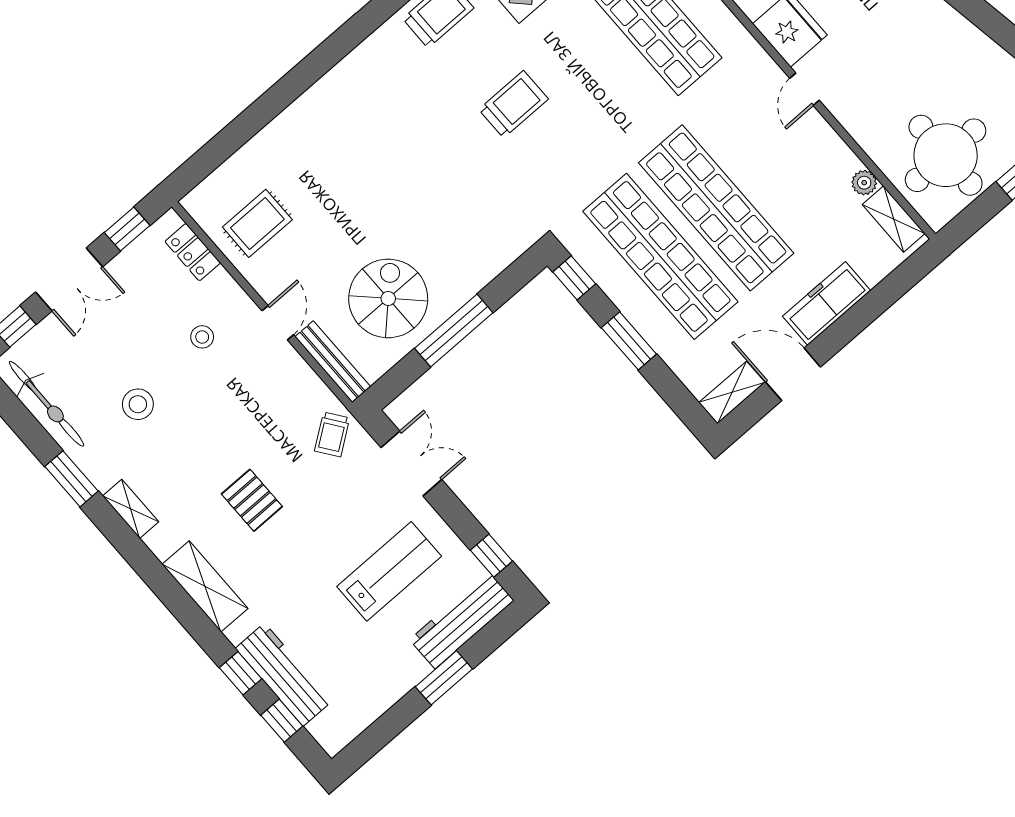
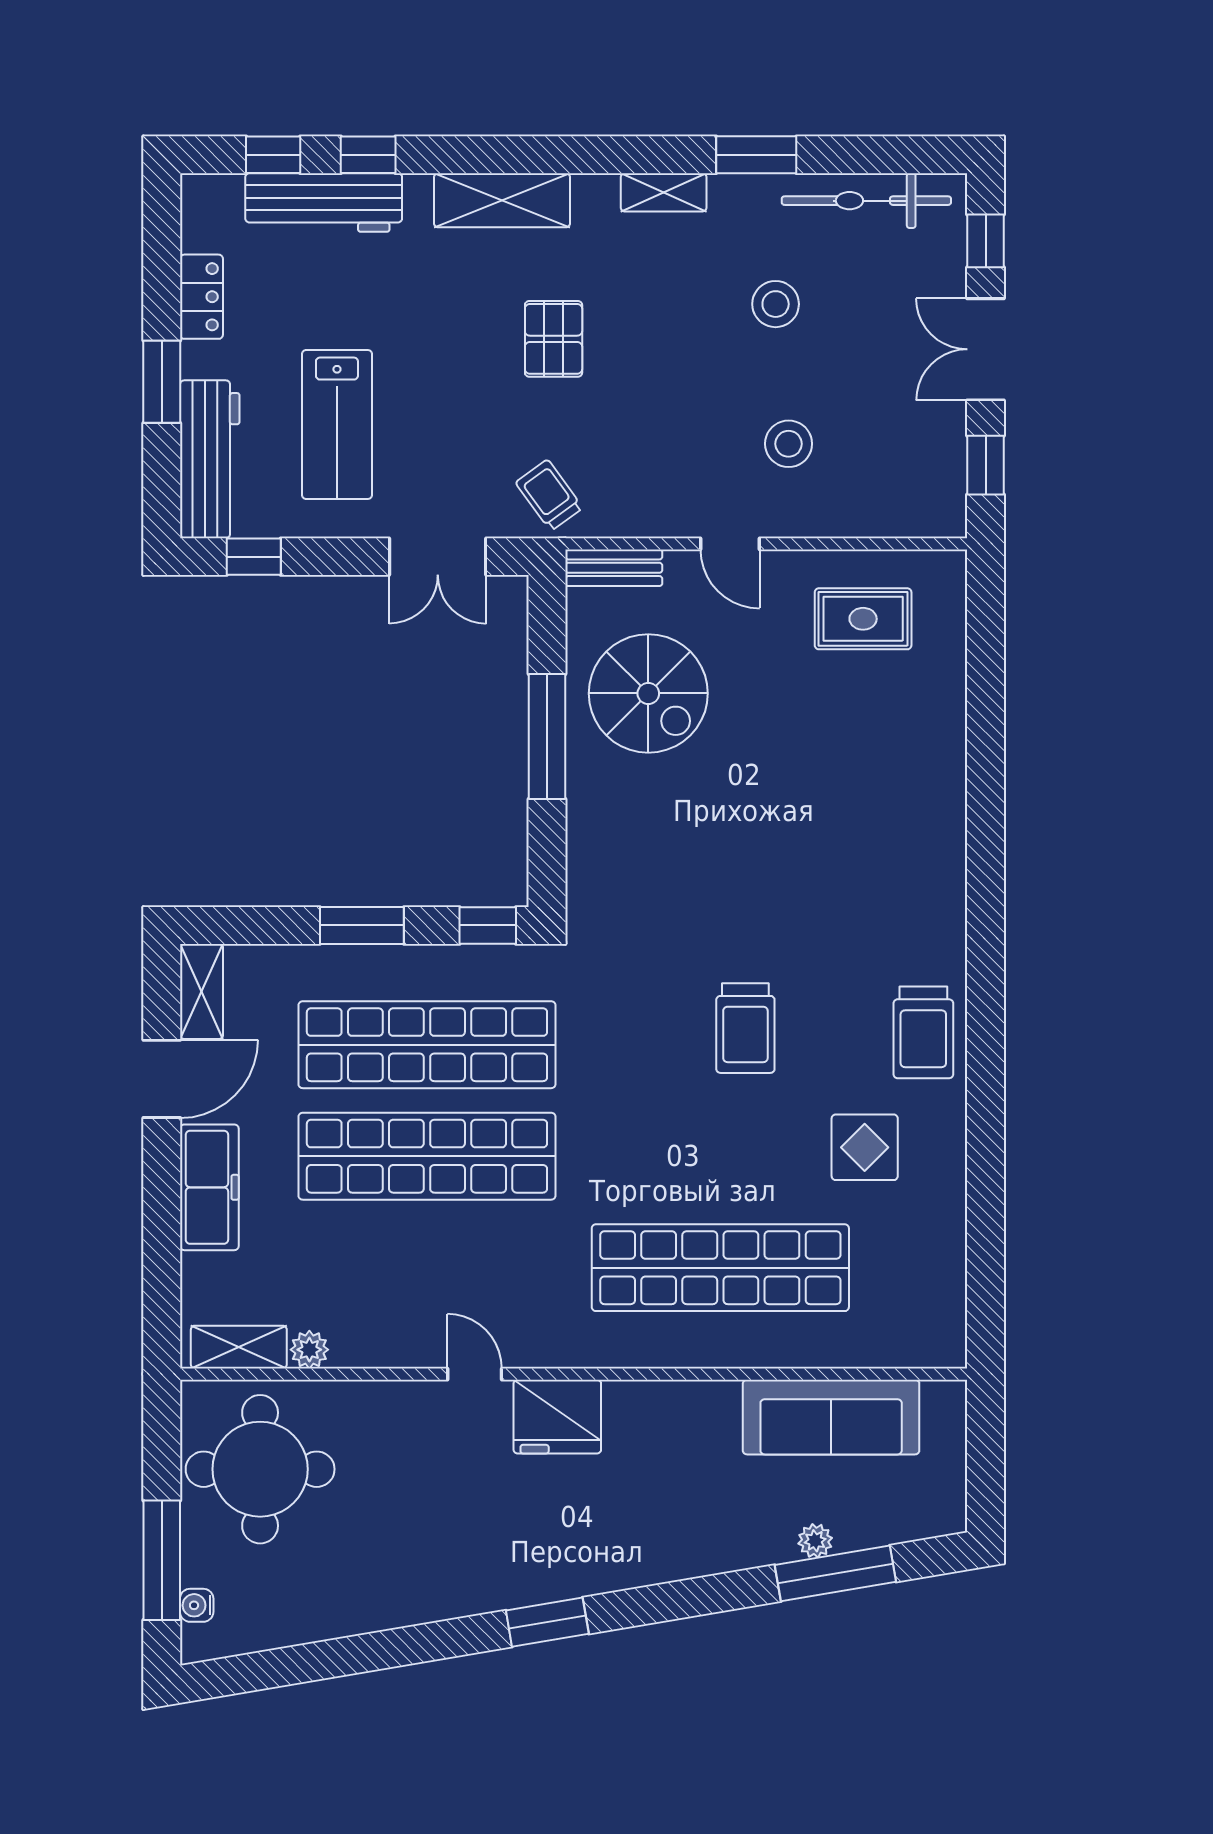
rug: (257, 223) -> (863, 619), turned 90
locker: (193, 252) -> (201, 297), moved, turned 90
stool: (202, 337) -> (789, 444), width x1.37, depth x1.37
bench: (333, 362) -> (614, 568), width x0.73
pallet: (252, 500) -> (554, 339), turned 90

